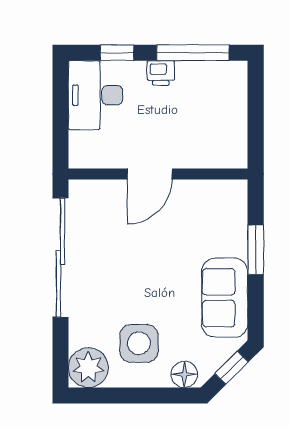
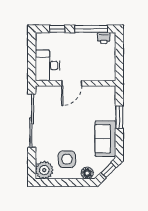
printer: (161, 73) -> (104, 38), moved
desk: (96, 95) -> (47, 65), moved

